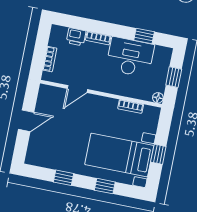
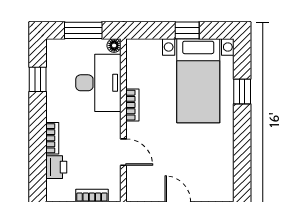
desk: (130, 57) -> (98, 83), moved, turned 180
window: (174, 77) -> (83, 30), width x1.50
bookcase: (131, 106) -> (132, 105), moved
window: (64, 178) -> (242, 147), removed

